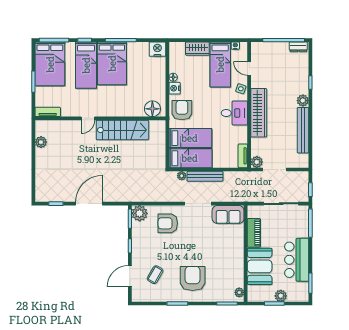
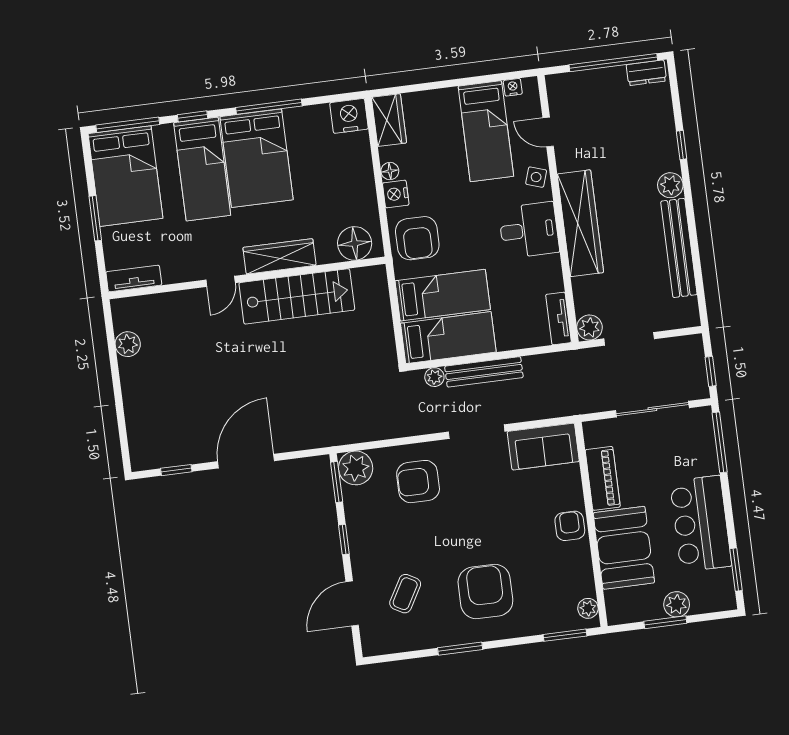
wardrobe: (197, 49) -> (389, 120), moved, turned -90
wardrobe: (117, 110) -> (279, 256), added
armchair: (182, 110) -> (417, 238), turned 180
armchair: (236, 253) -> (570, 526), added

